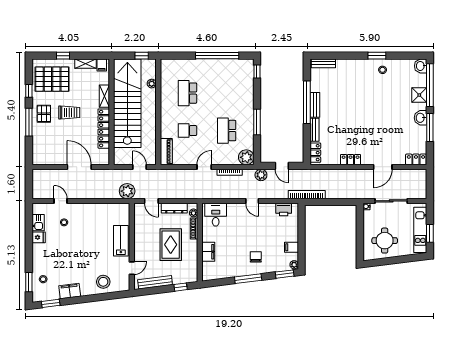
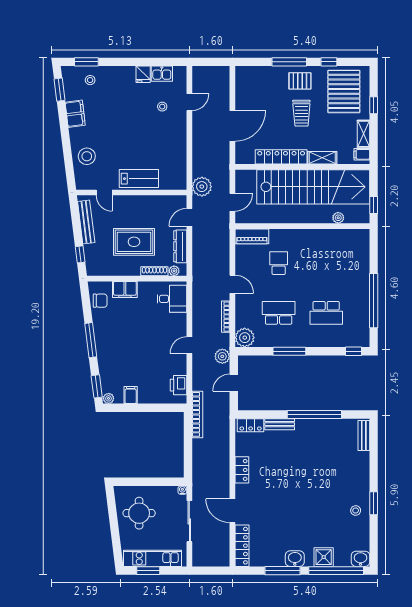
school desk: (187, 93) -> (326, 313), moved, turned 180
bench: (315, 105) -> (311, 425), removed
locker: (416, 159) -> (242, 546), width x1.53
chair: (256, 257) -> (100, 301), moved

